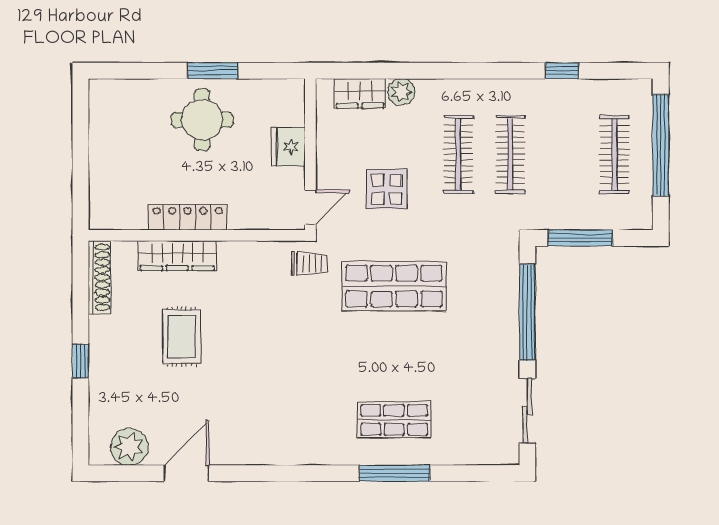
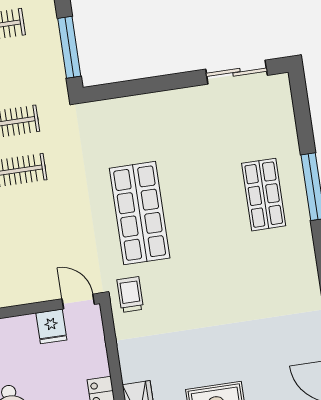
fridge: (288, 147) -> (51, 326), moved, width x0.72
display table: (387, 189) -> (51, 233), removed
window: (527, 312) -> (145, 86), removed

